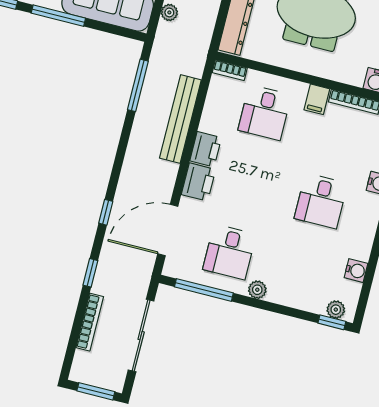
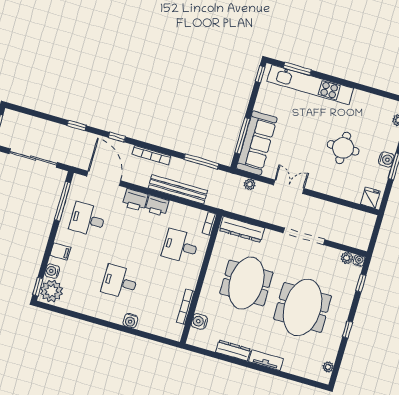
window: (58, 16) -> (242, 136), moved
filing cabinet: (317, 99) -> (60, 251), moved, turned 180
water cooler: (356, 271) -> (52, 271), moved, turned 90
plant: (257, 290) -> (61, 237), removed
plant: (336, 310) -> (51, 291), width x1.88, depth x1.88
bookcase: (90, 322) -> (151, 155), moved

